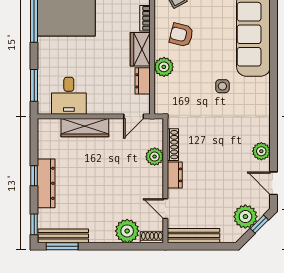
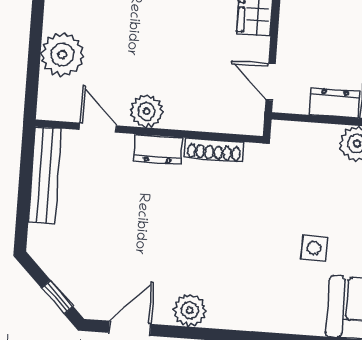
plant: (155, 157) -> (147, 111), moved
door: (165, 209) -> (98, 128), hinge flipped
plant: (245, 217) -> (73, 273), removed
shoe rack: (152, 237) -> (48, 99), removed

